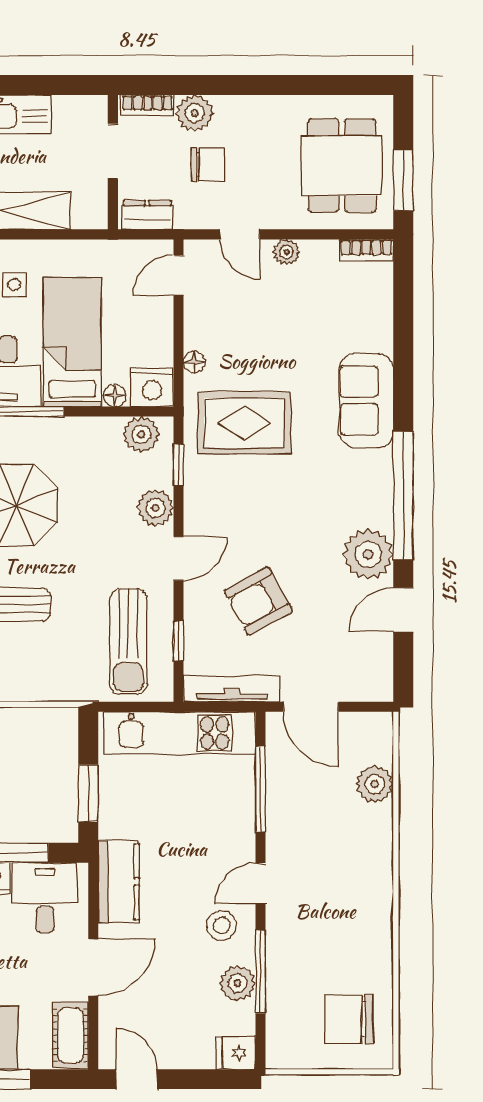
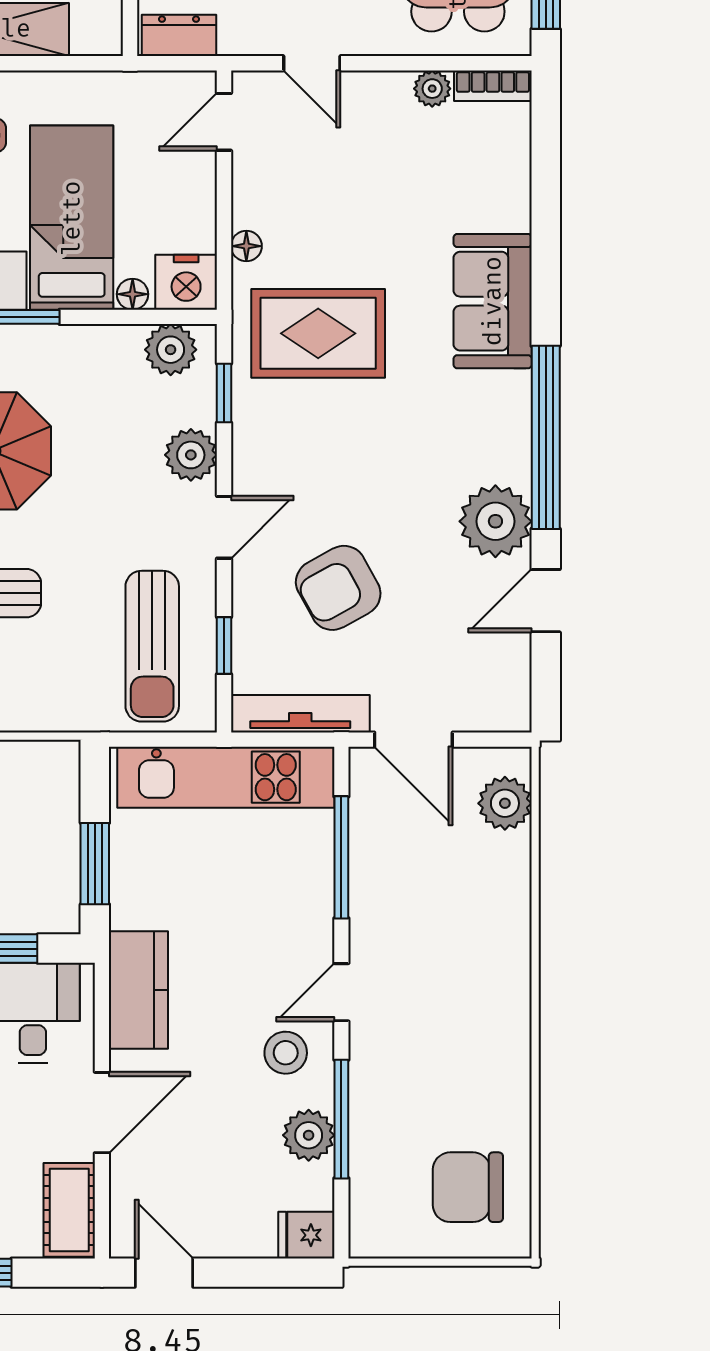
plant: (287, 252) -> (432, 89), moved
plant: (375, 784) -> (505, 803), moved

